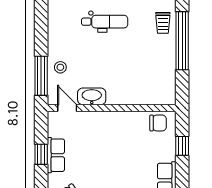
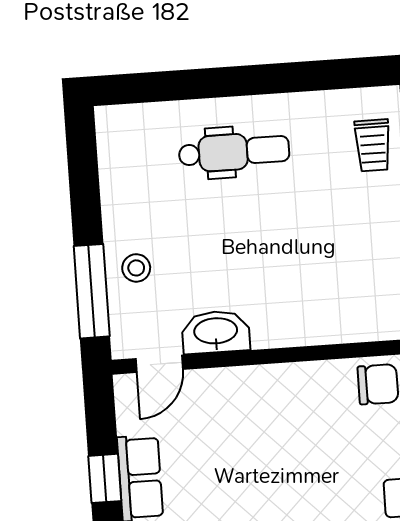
door: (67, 108) -> (159, 364), swing flipped

